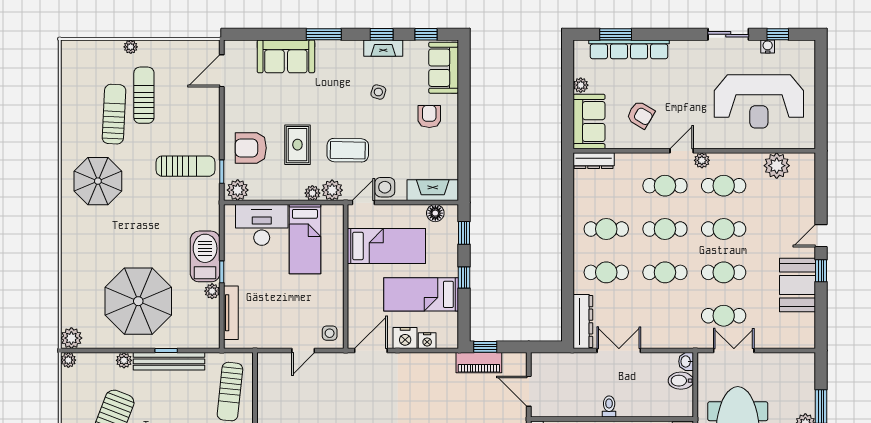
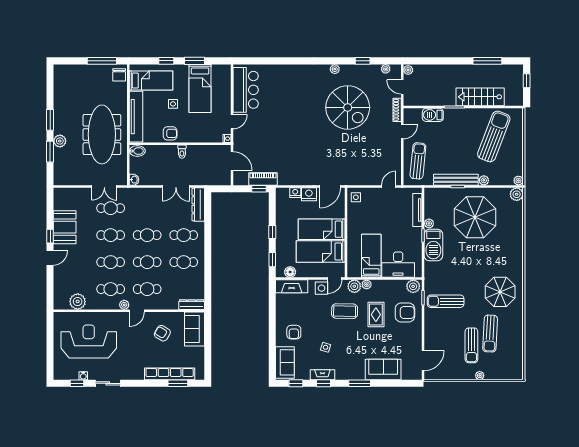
plant: (581, 85) -> (200, 352), removed
bed: (421, 294) -> (322, 229), moved, turned 180
door: (303, 351) -> (389, 186), moved
bidet: (681, 381) -> (137, 151), moved

